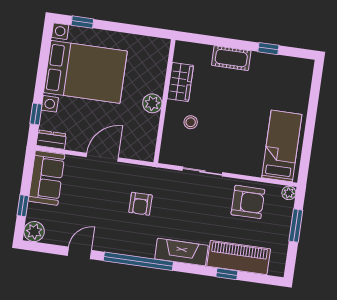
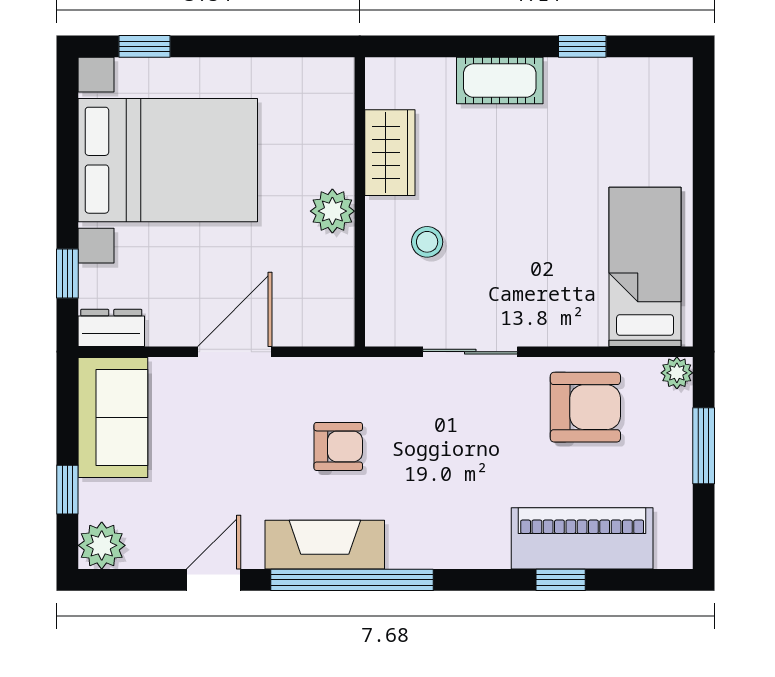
armchair: (141, 204) -> (338, 446), turned -90
fireplace: (181, 252) -> (325, 545), moved

